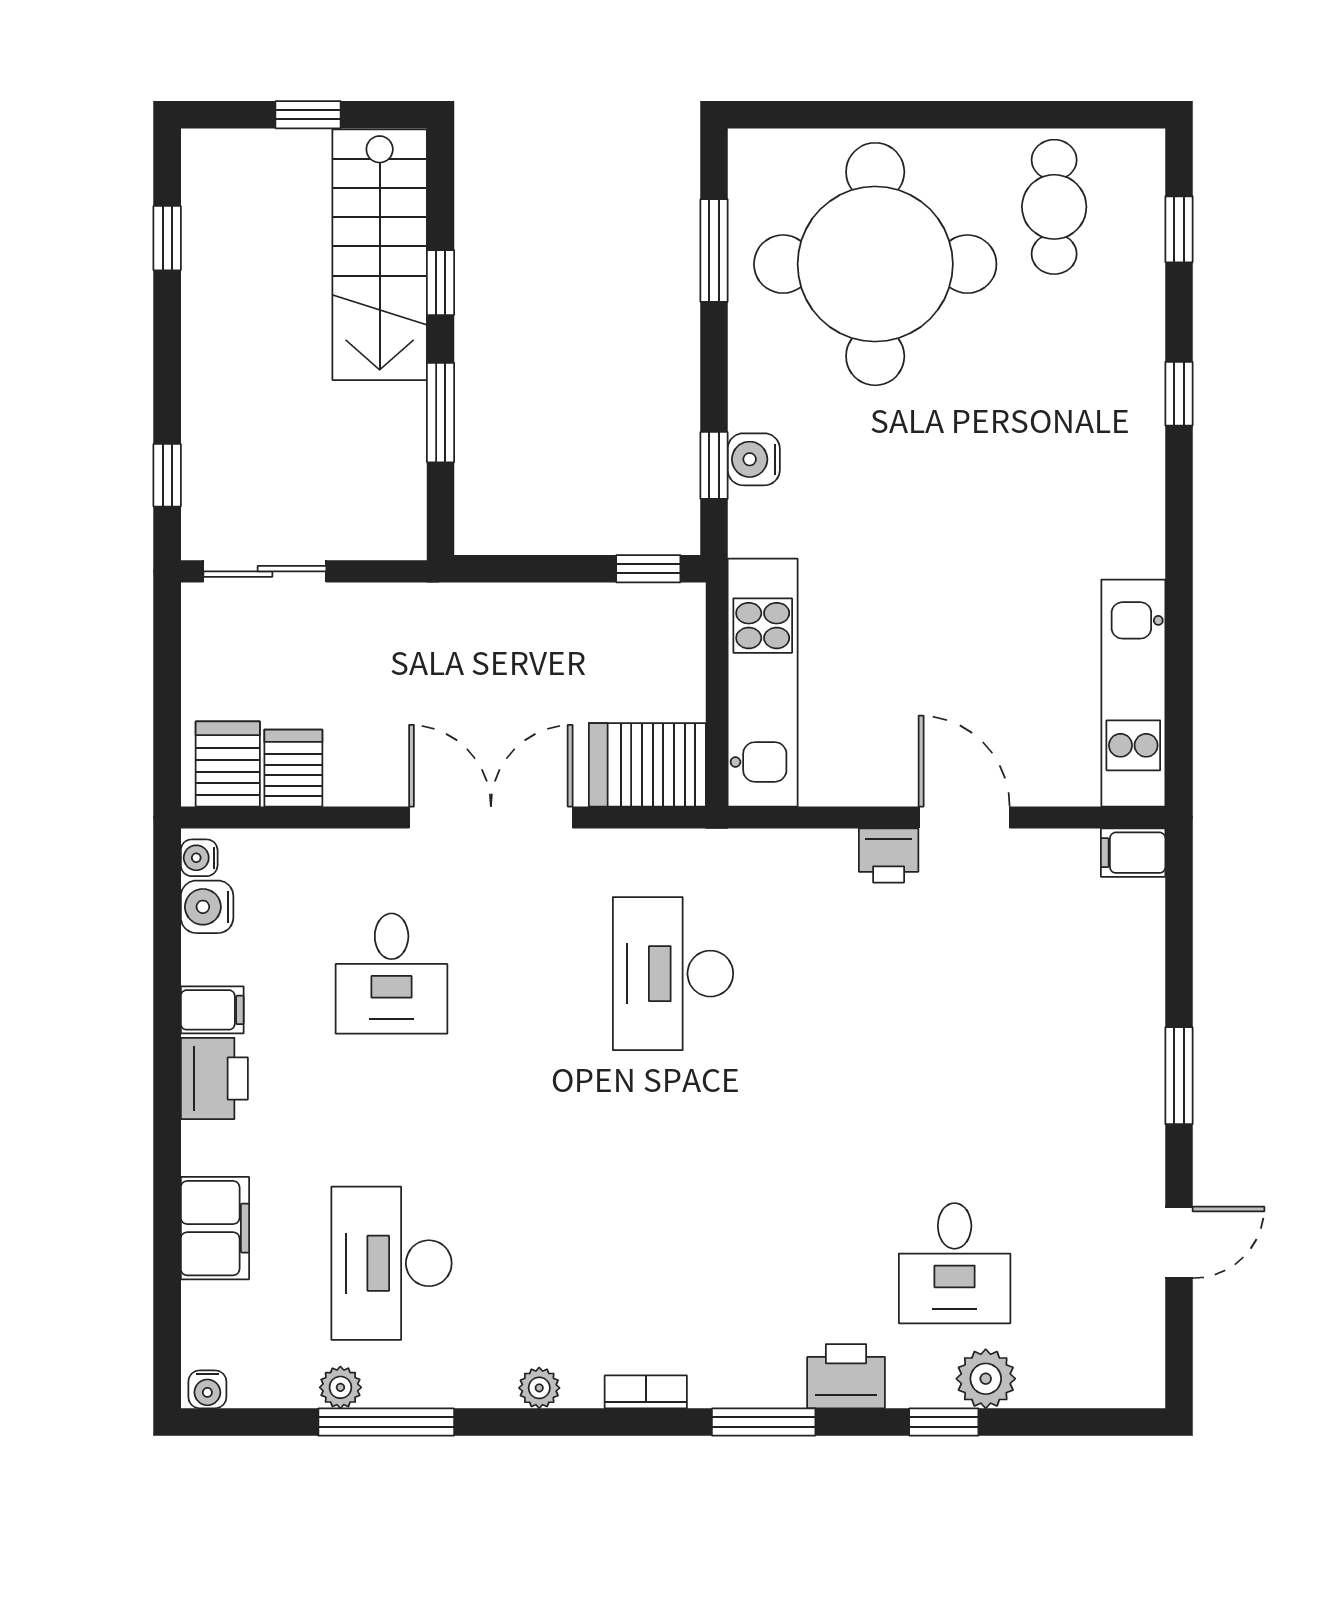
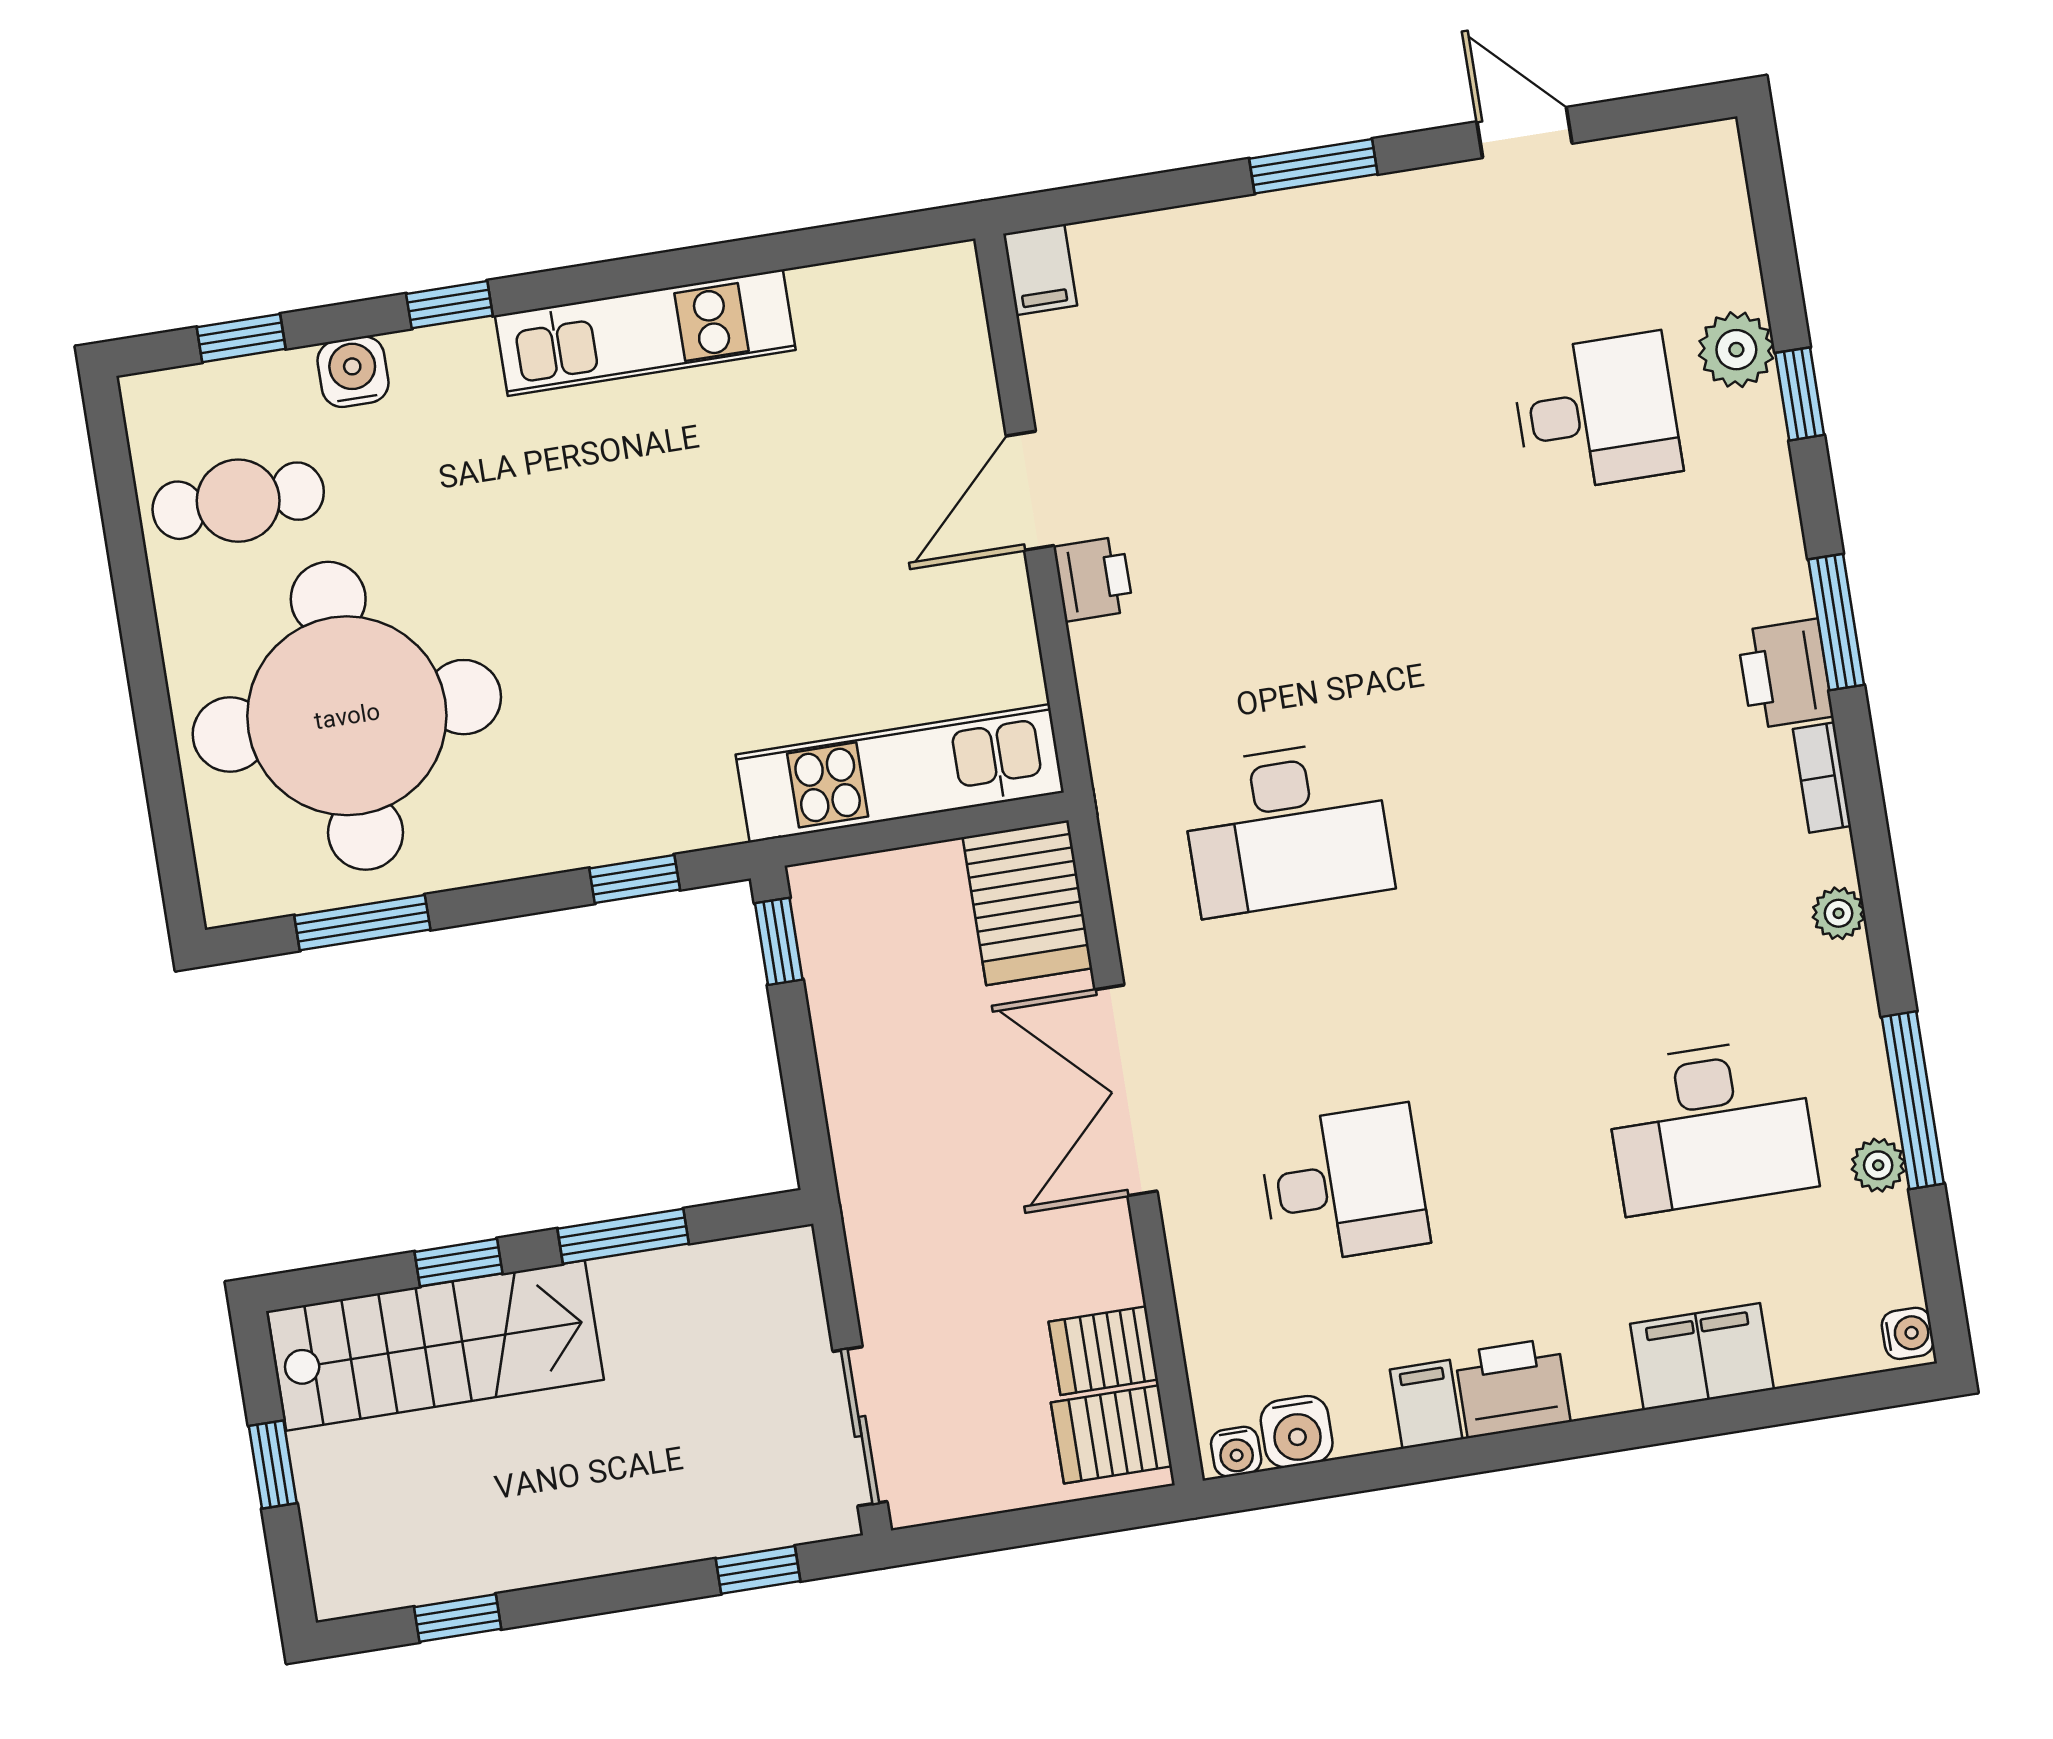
water cooler: (754, 459) -> (353, 372), moved, turned 180
kitchen unit: (1133, 693) -> (645, 333), moved
printer: (846, 1376) -> (1785, 674), moved

